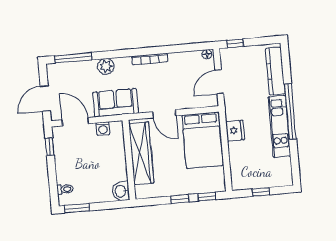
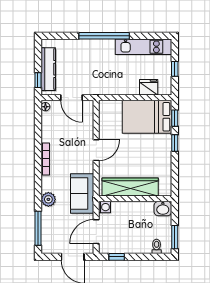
kitchen counter: (275, 71) -> (48, 69), moved, turned -90
kitchen unit: (279, 127) -> (143, 47), moved
fridge: (235, 131) -> (149, 87), moved
bed: (202, 140) -> (147, 117), moved, turned 180
wardrobe: (141, 153) -> (130, 187), moved
wall: (129, 160) -> (135, 199), moved
washbasin: (121, 191) -> (163, 209), moved

